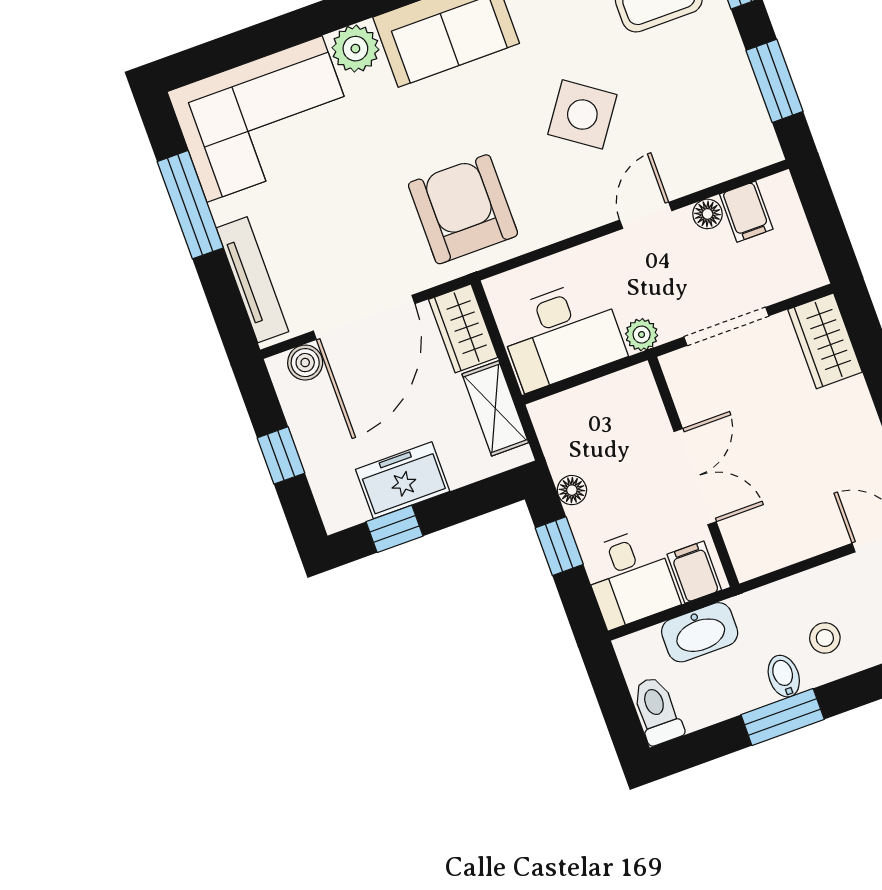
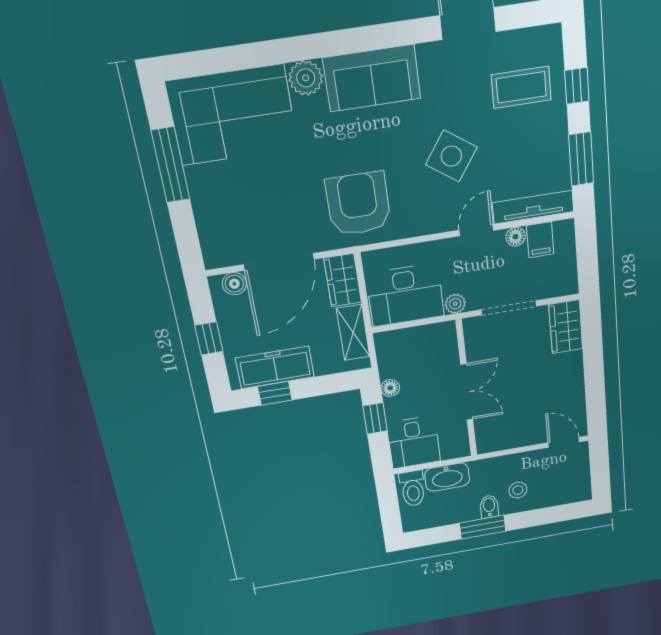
tv unit: (252, 280) -> (533, 207), moved, turned -90
freezer: (403, 480) -> (275, 367), width x1.40
filing cabinet: (694, 572) -> (452, 445), removed
toilet: (657, 711) -> (413, 488), moved, turned 180

